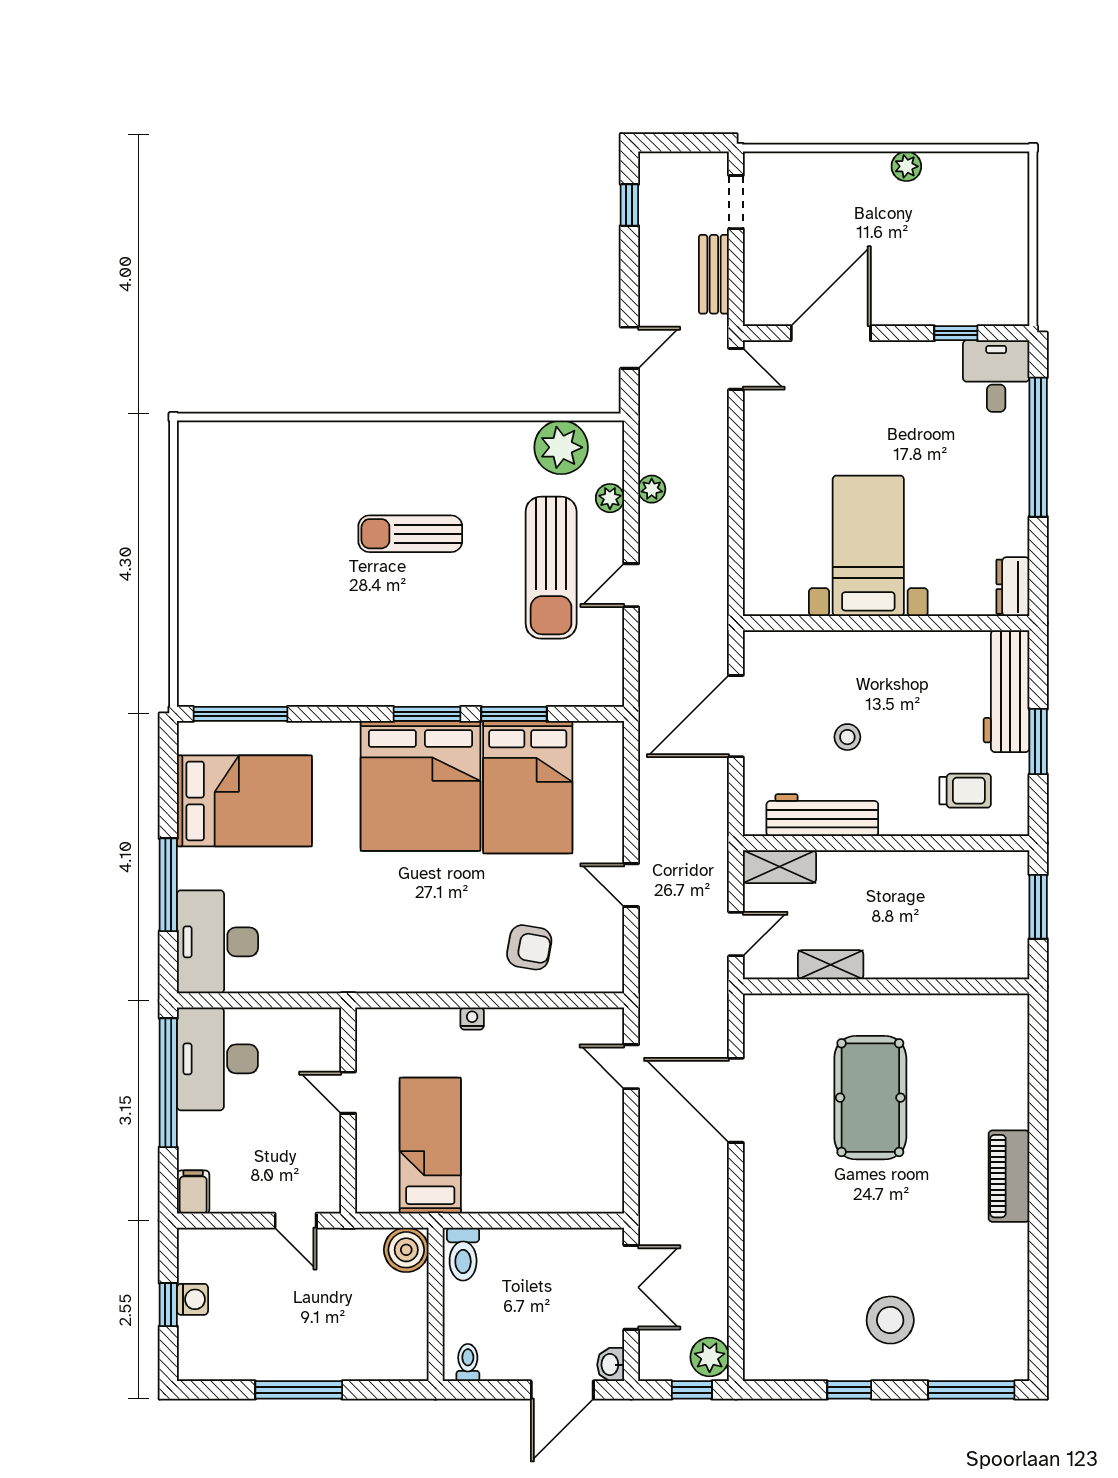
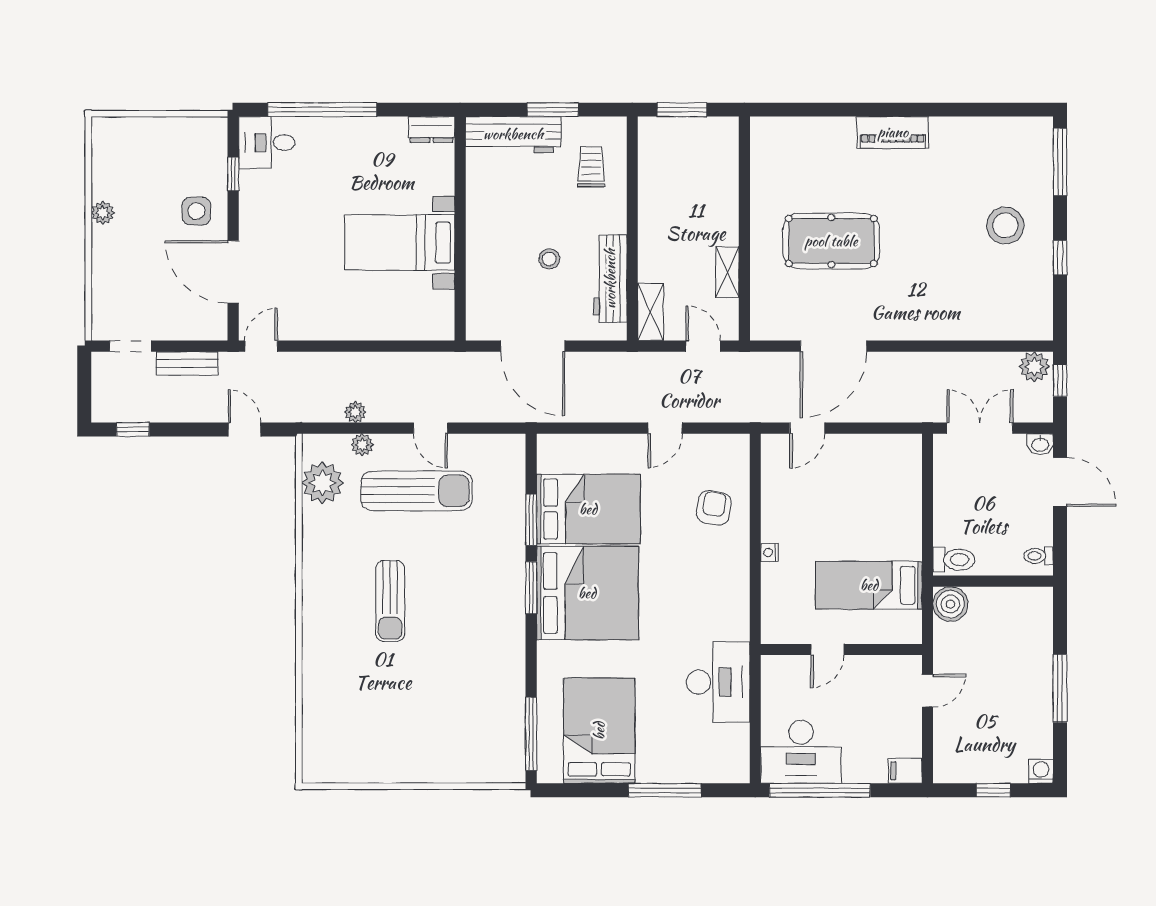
side table: (909, 286) -> (196, 211), added
desk: (218, 942) -> (718, 682), moved, turned -90
washing machine: (193, 1299) -> (1041, 771), moved

